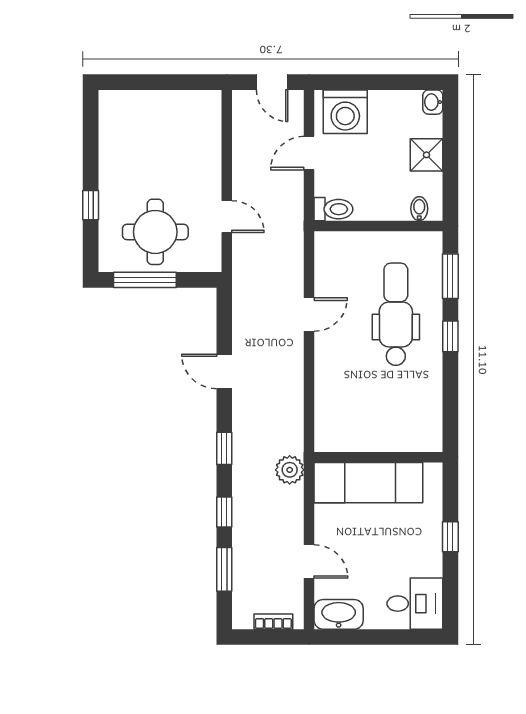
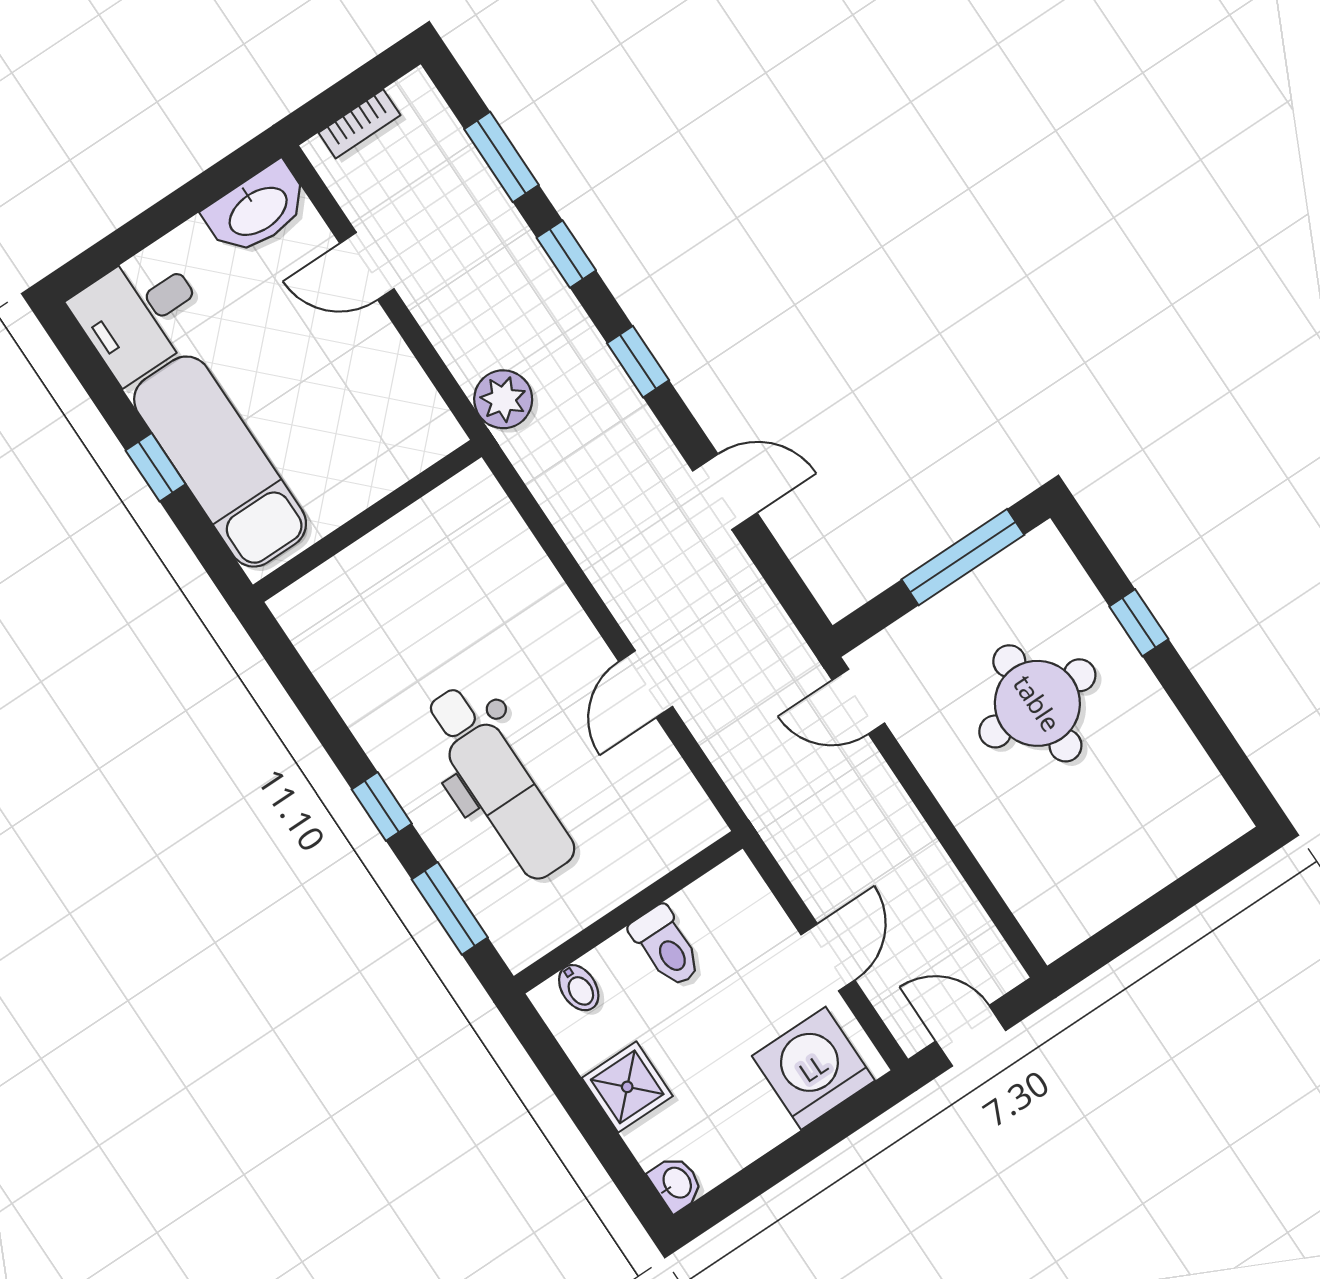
toilet: (333, 209) -> (666, 947), moved, turned -90
door: (227, 217) -> (858, 702), moved
round table: (155, 232) -> (1037, 703), moved
exam couch: (368, 483) -> (220, 462), moved, turned 90

